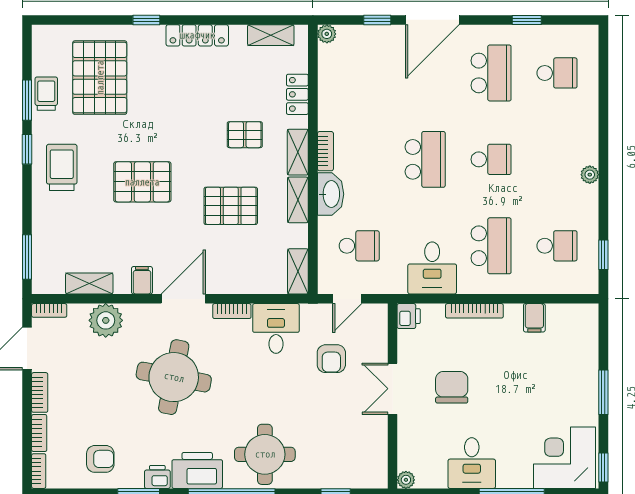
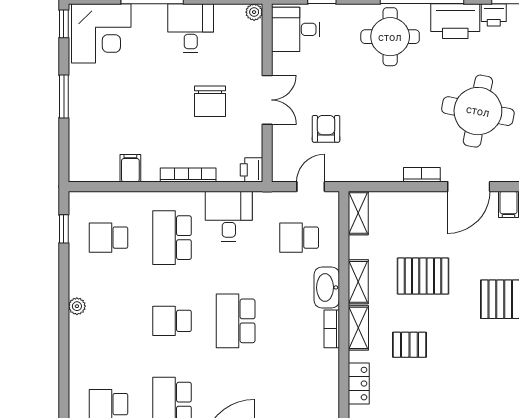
desk: (276, 328) -> (296, 29), moved, turned 90

